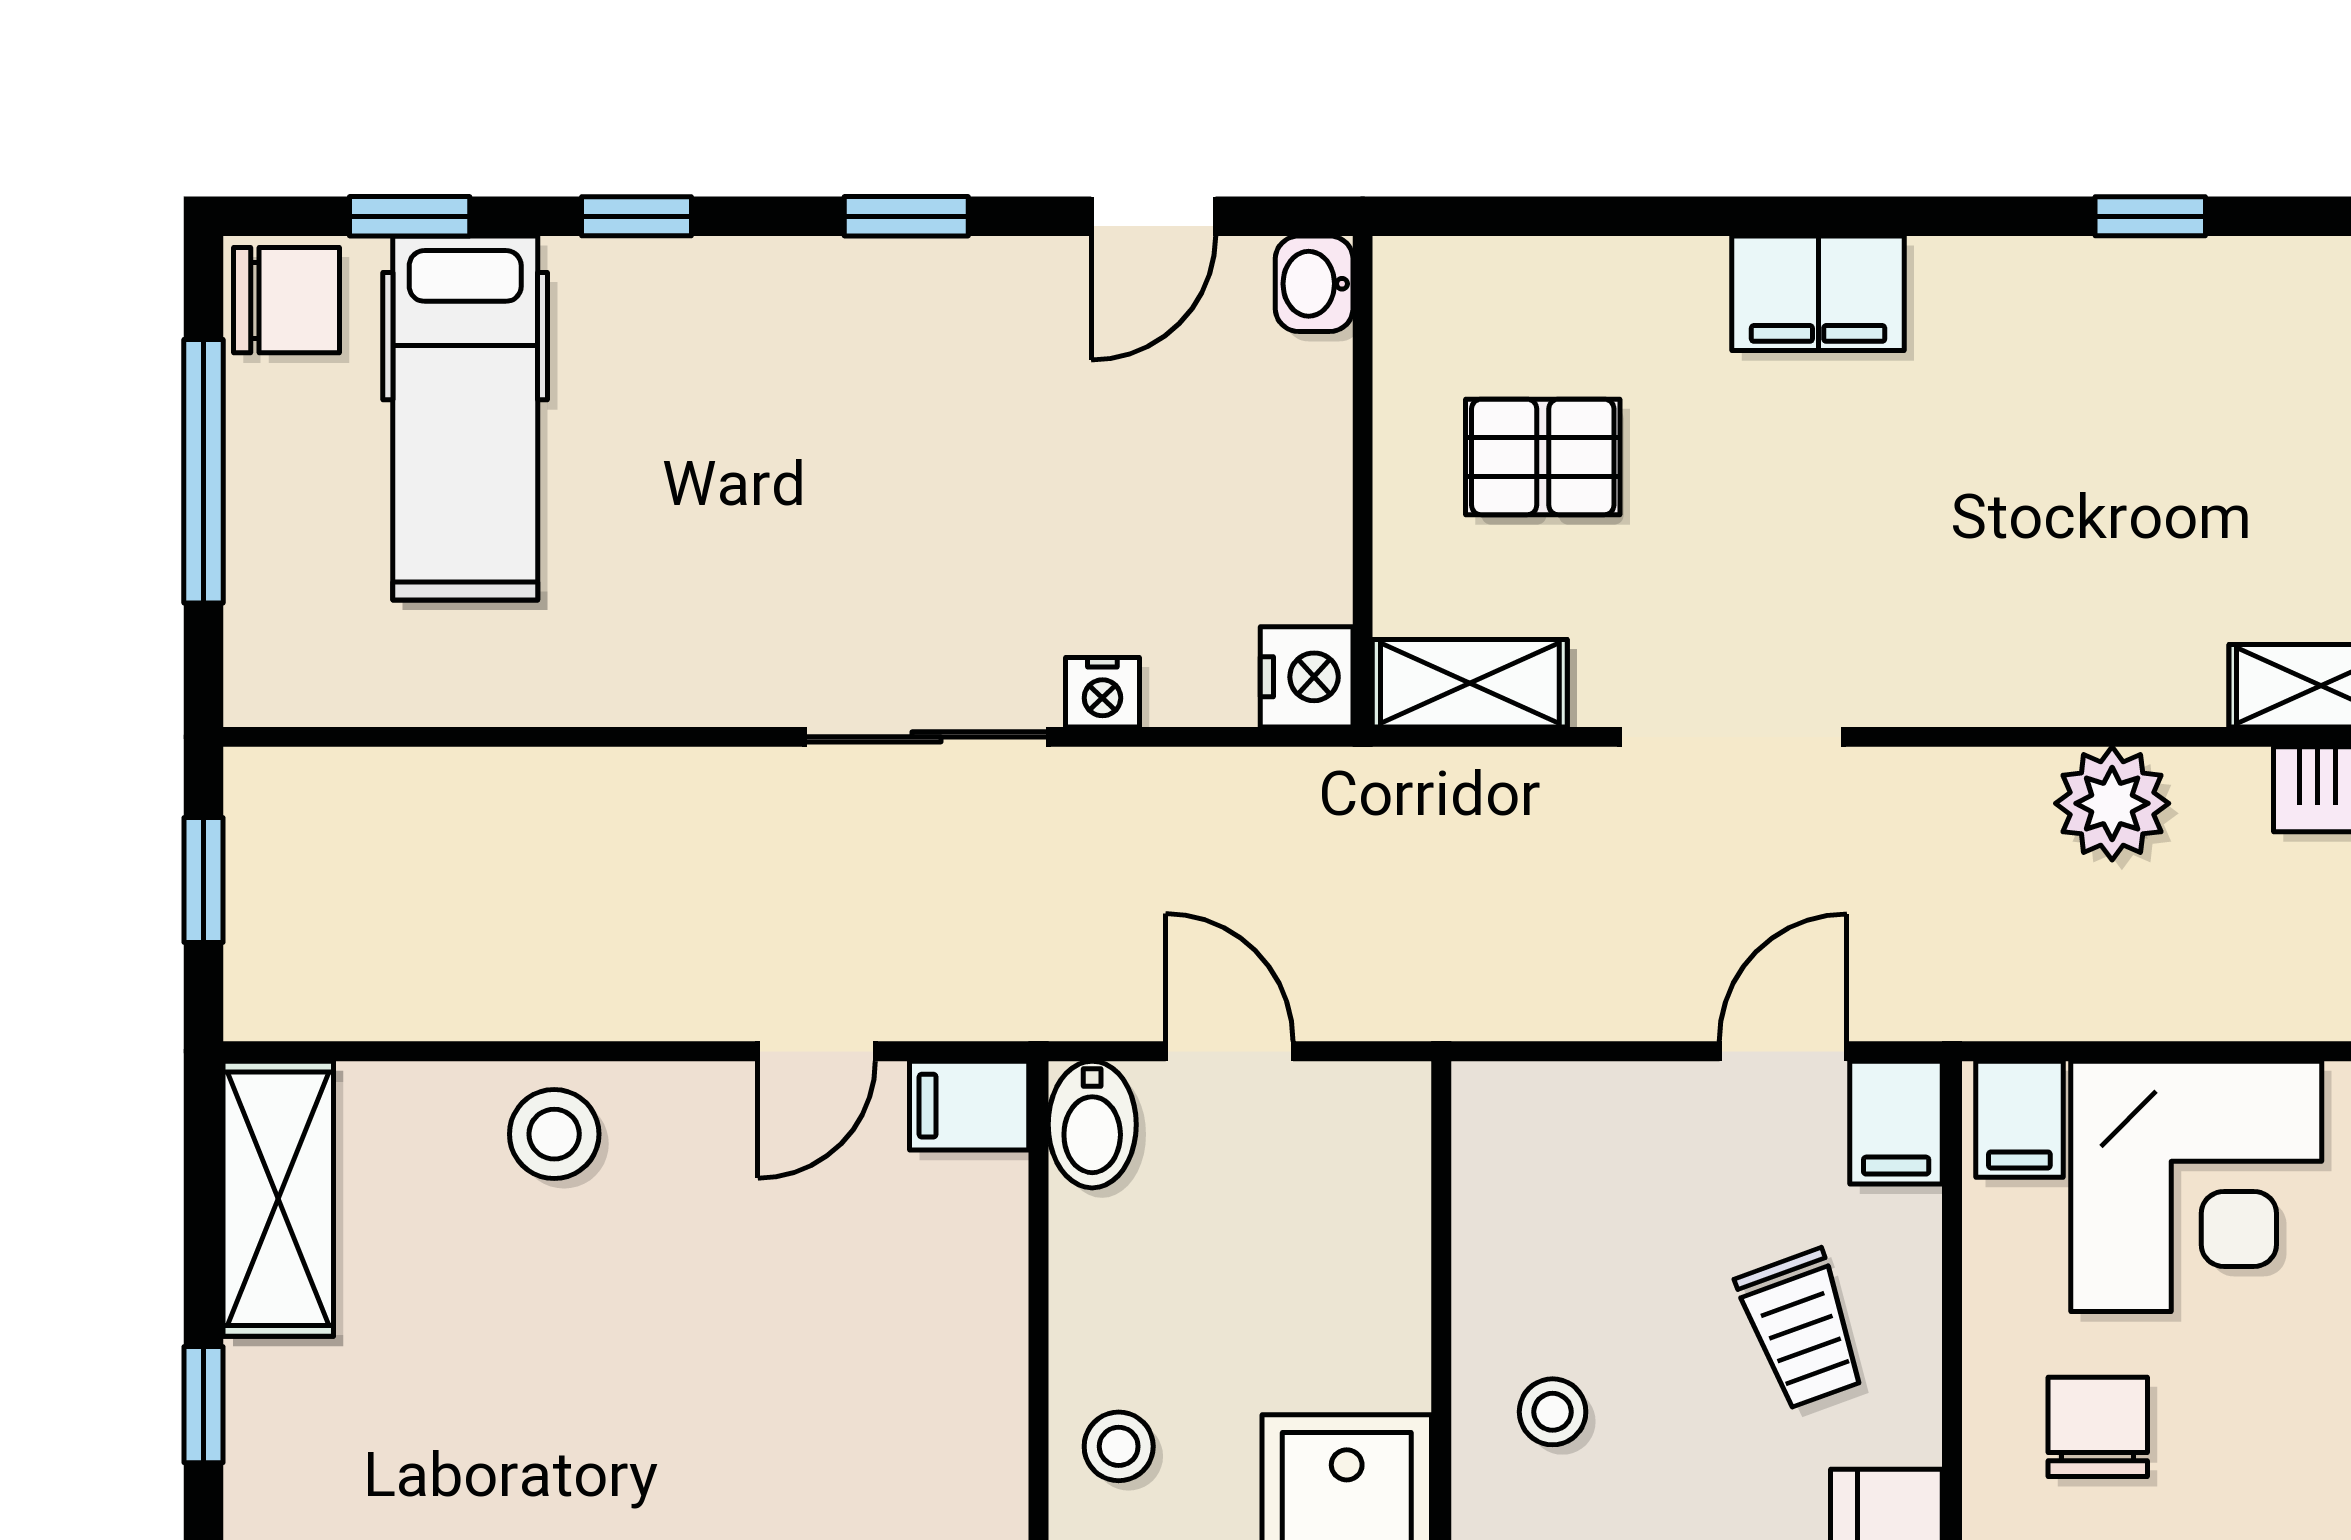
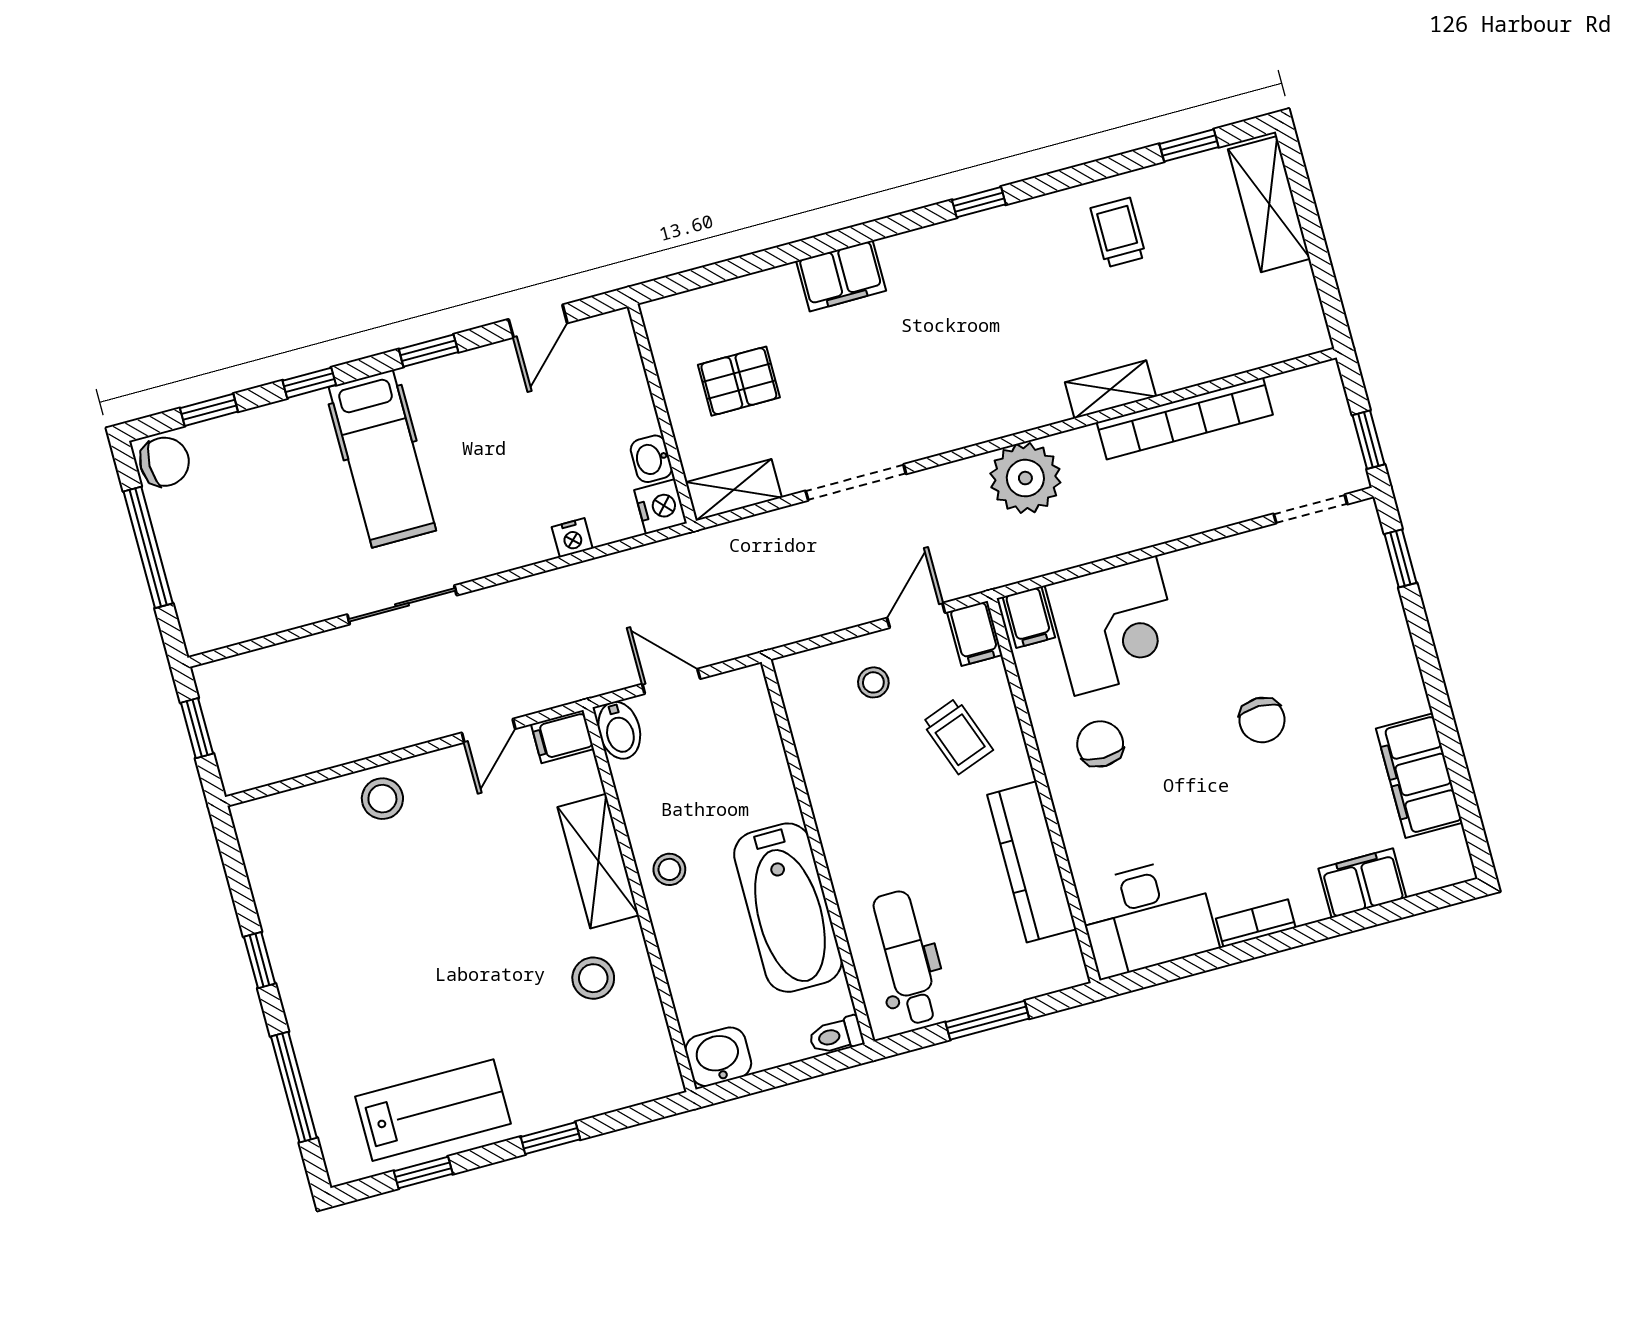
washbasin: (1314, 284) -> (651, 459), moved
hospital bed: (465, 418) -> (382, 459), moved
sliding door: (927, 737) -> (402, 605), moved
plant: (2112, 803) -> (1025, 478), width x1.36, depth x1.36
shelving: (278, 1199) -> (598, 861), moved
stool: (1553, 1412) -> (873, 682), moved

